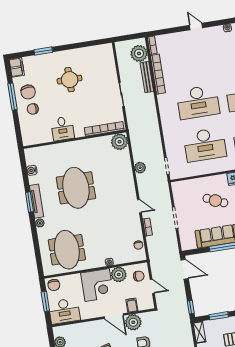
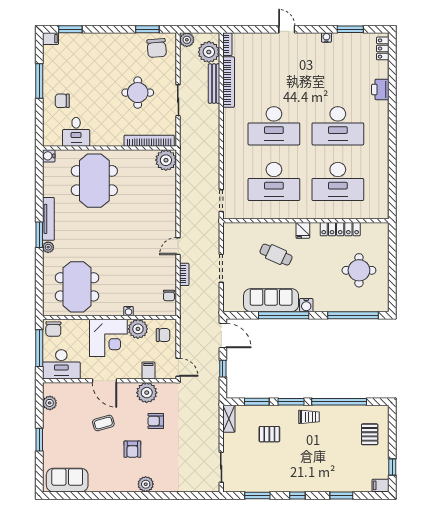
window: (89, 44) -> (147, 29), added
window: (43, 51) -> (70, 29), moved
filing cabinet: (17, 67) -> (50, 39), width x0.50
round table: (70, 80) -> (138, 93), moved
chair: (28, 92) -> (157, 48), moved
desk: (63, 129) -> (76, 132), moved
plant: (140, 168) -> (187, 40), moved
water cooler: (32, 170) -> (49, 156), moved
meeting table: (76, 188) -> (94, 181), moved
window: (29, 202) -> (39, 235), moved
door: (139, 206) -> (178, 246), swing flipped
door: (152, 286) -> (178, 367), moved
window: (45, 301) -> (39, 348), width x1.44
window: (191, 307) -> (223, 369), moved
door: (114, 316) -> (104, 381), moved

